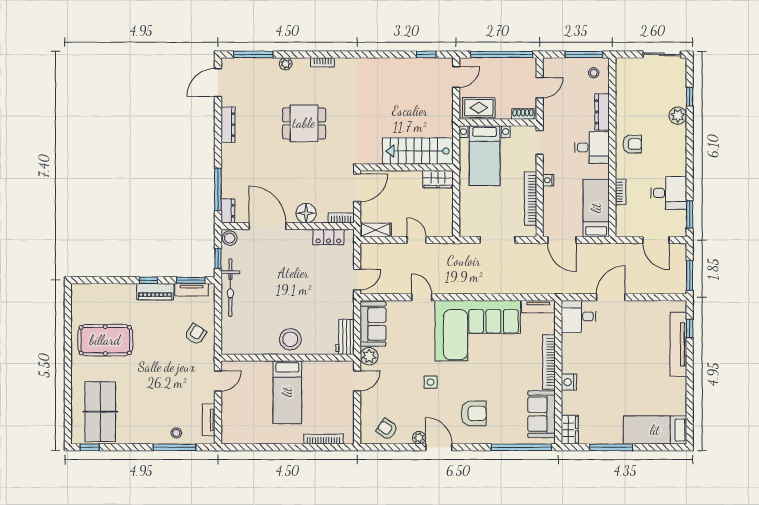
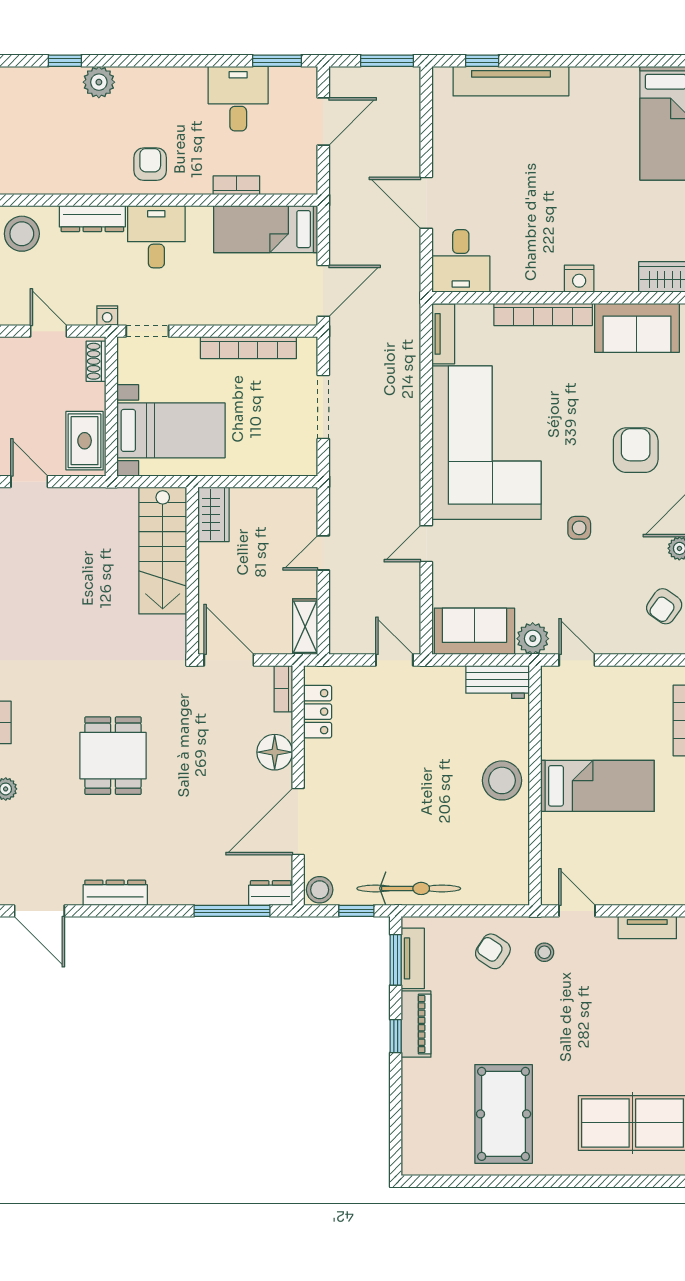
stool: (594, 73) -> (22, 234), width x1.89, depth x1.89
nightstand: (548, 180) -> (107, 316), moved
stool: (176, 433) -> (544, 952), moved

